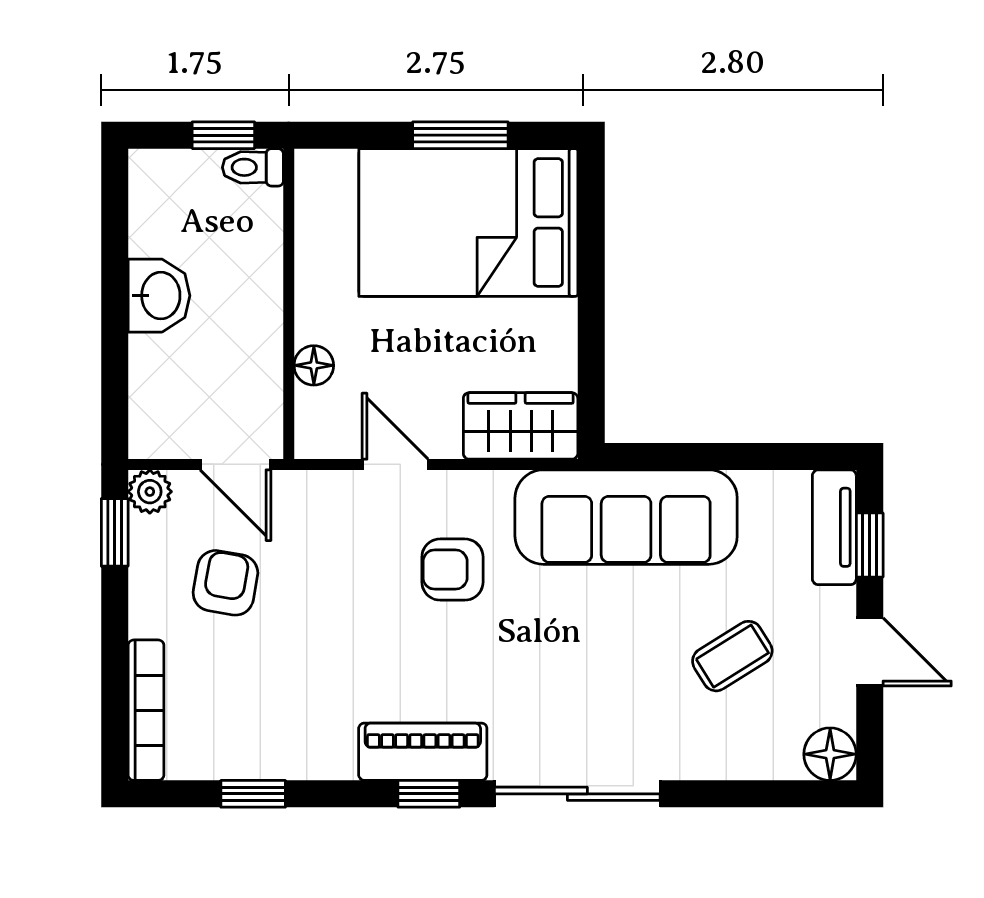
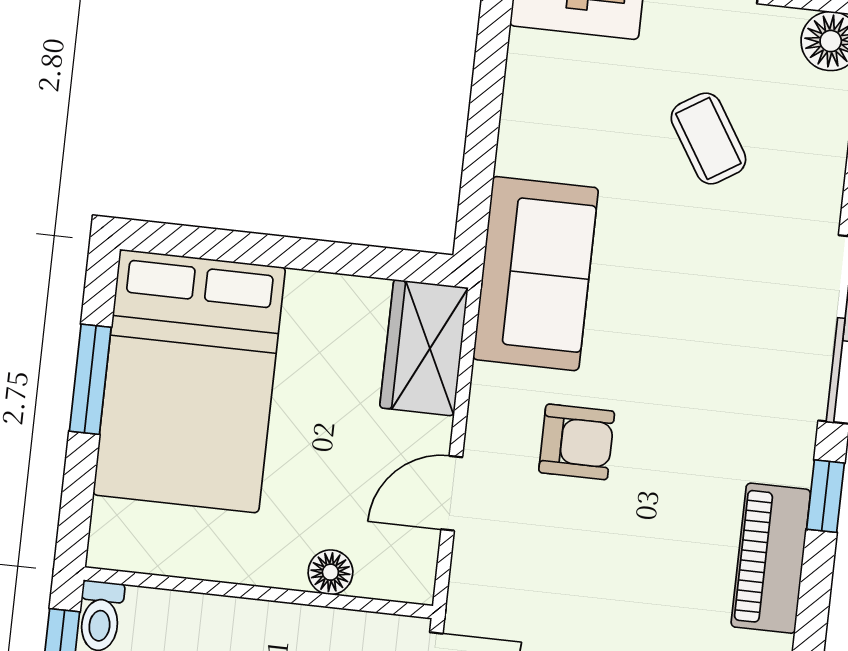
sofa: (626, 517) -> (536, 274), width x0.73
armchair: (452, 570) -> (577, 442), turned -90
piano: (423, 752) -> (771, 558), moved

